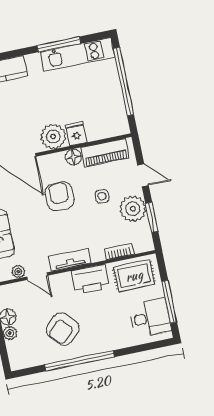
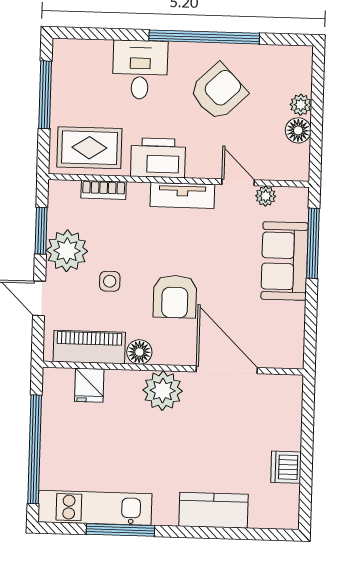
fridge: (76, 134) -> (89, 385), moved
desk: (150, 318) -> (140, 70), moved, turned 90

